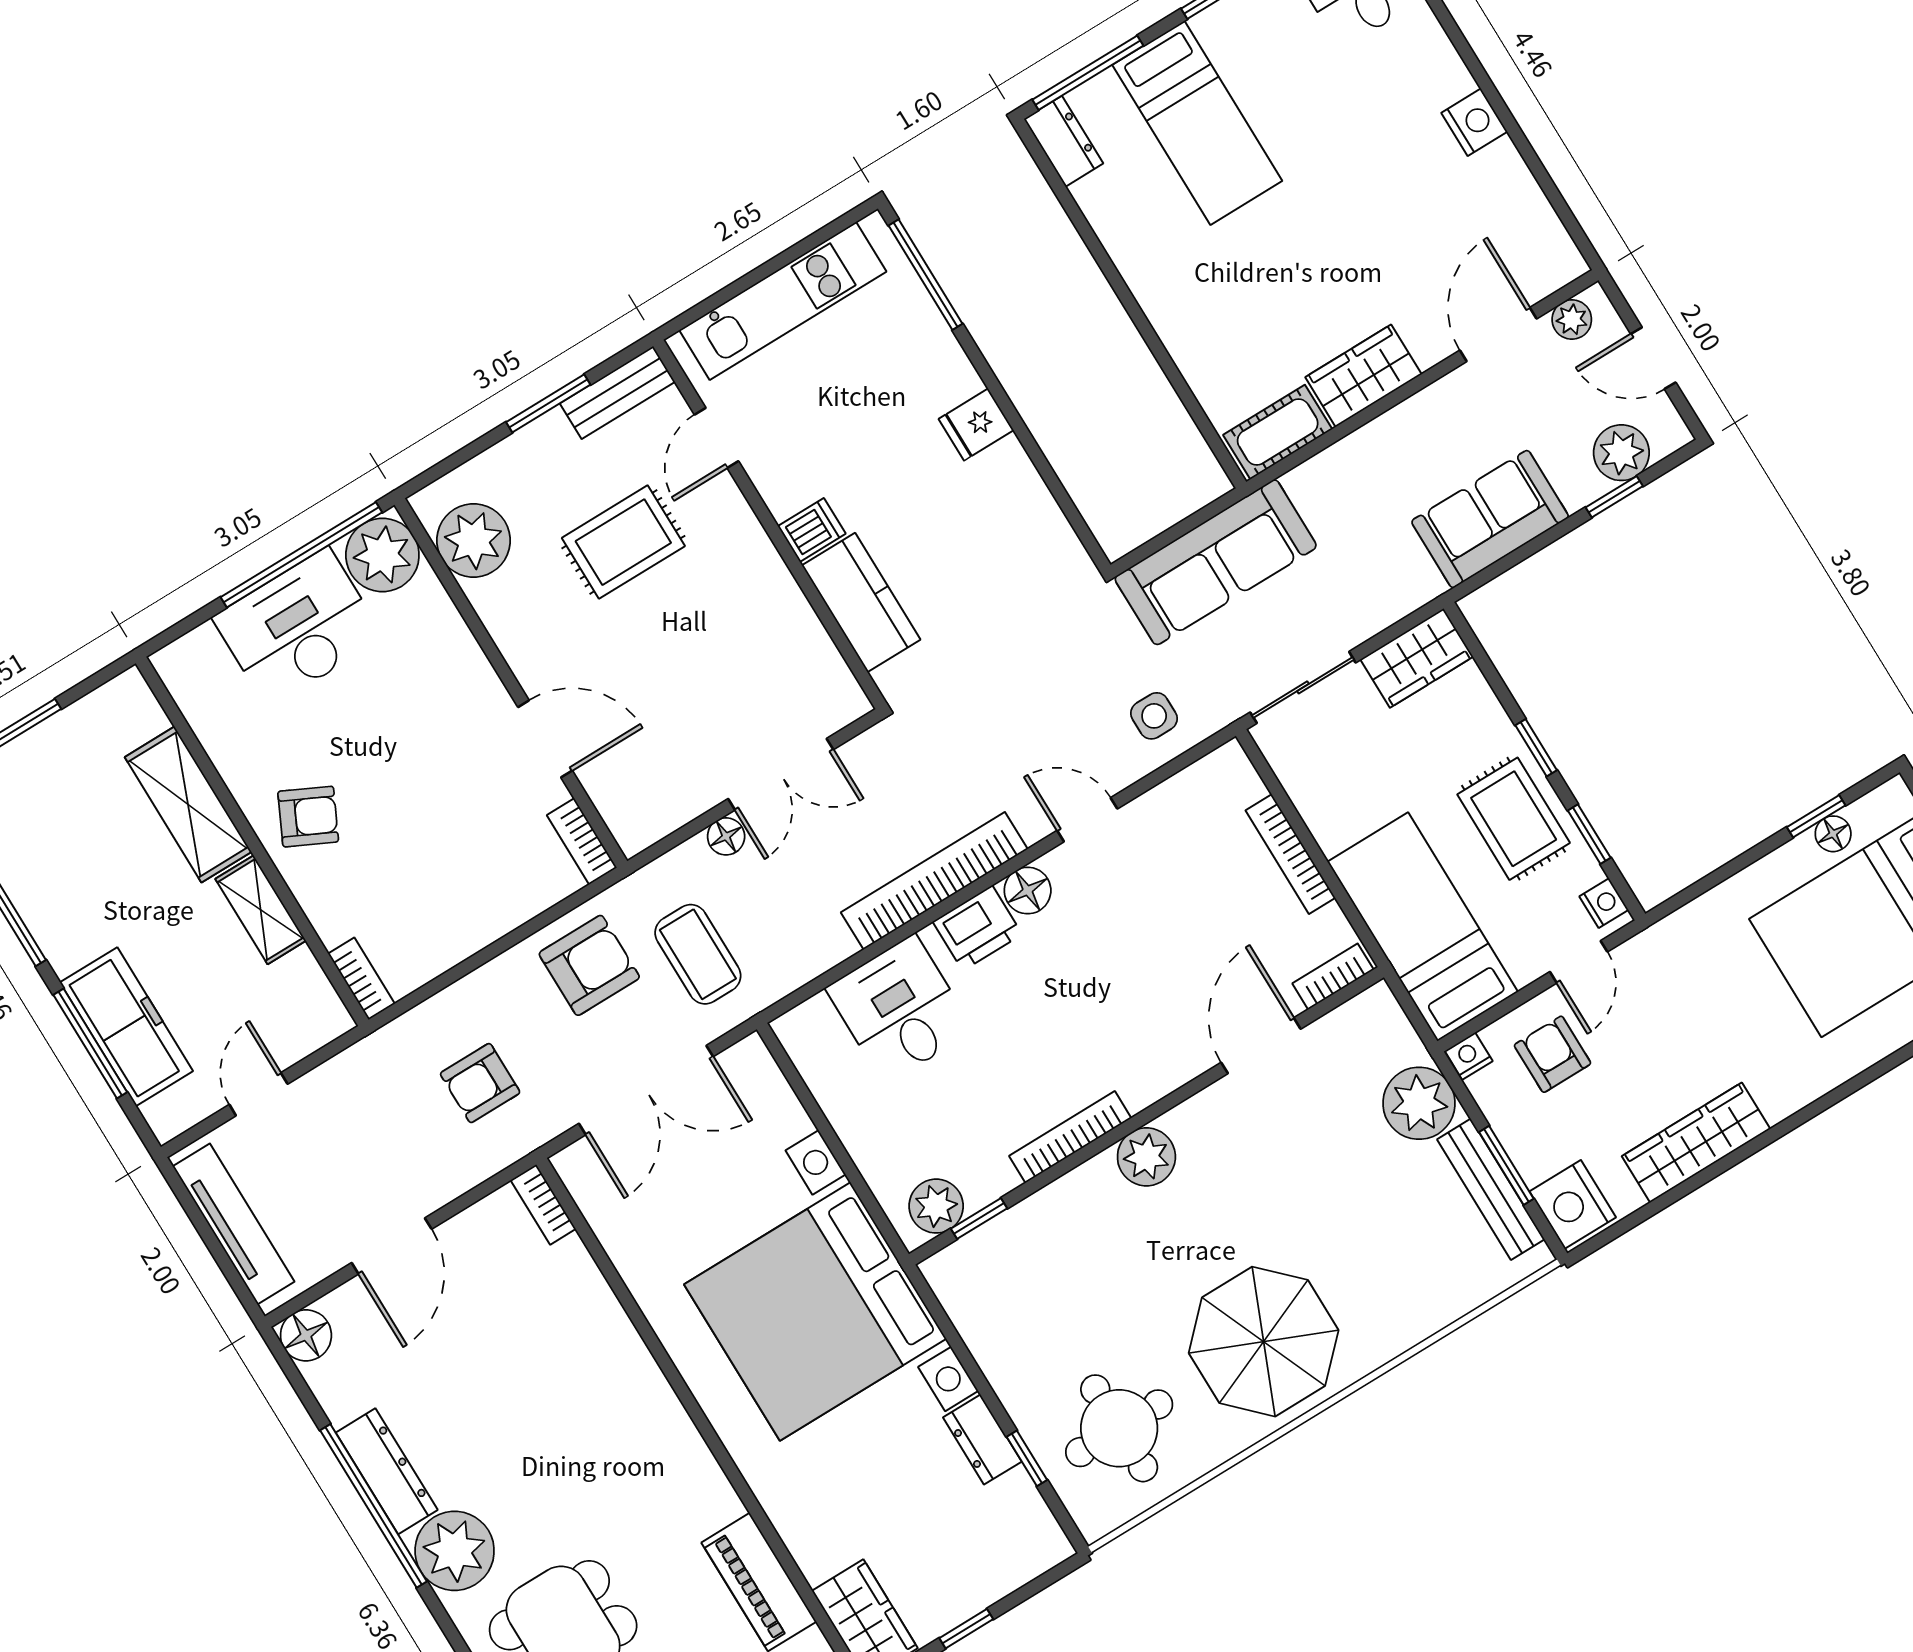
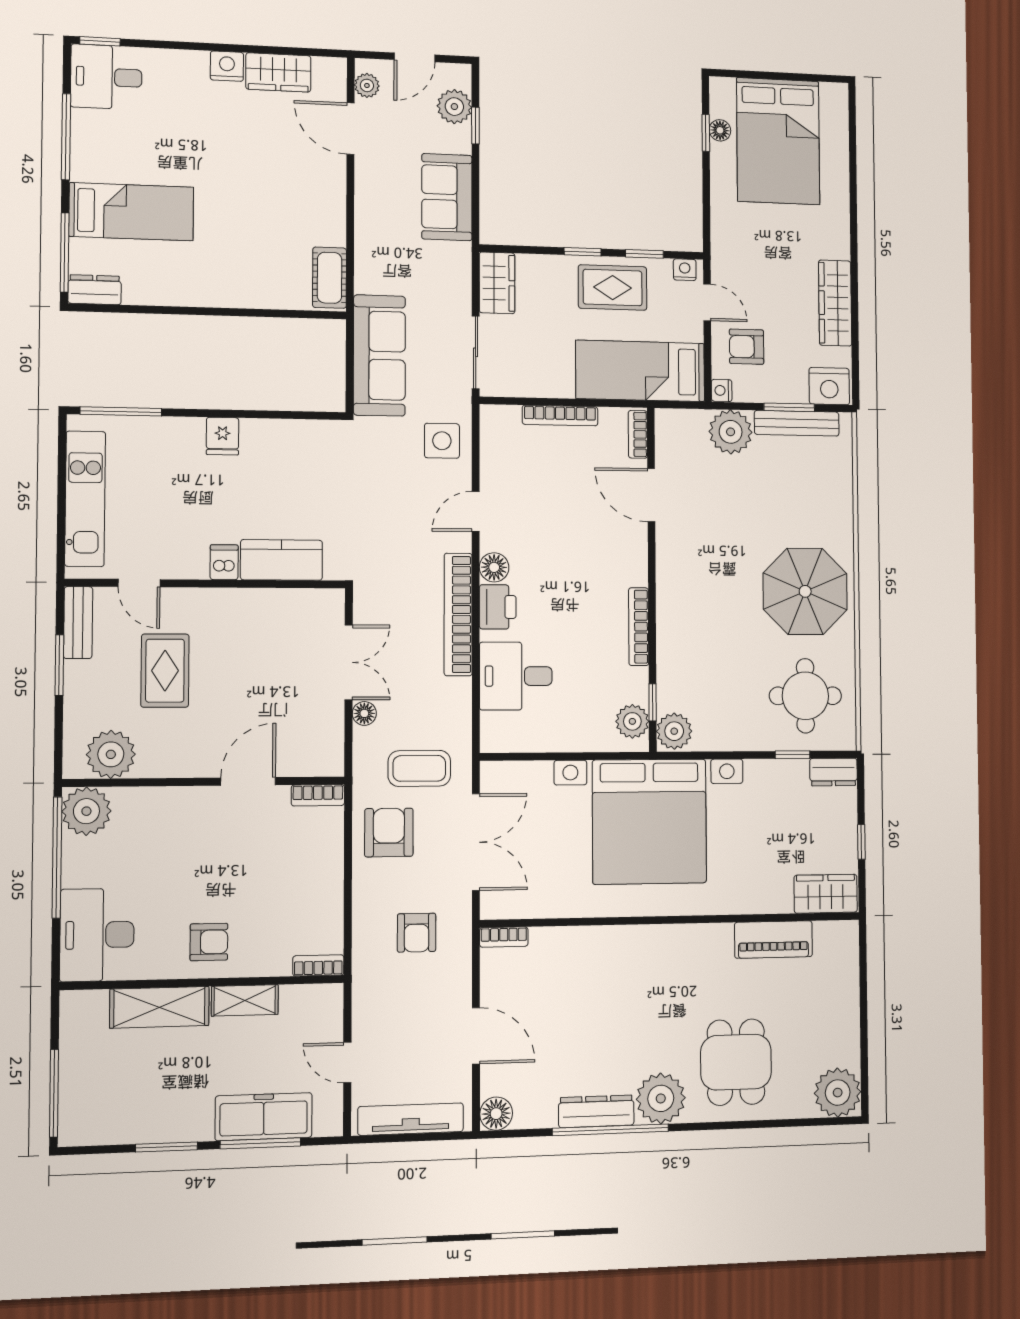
wardrobe: (1363, 376) -> (278, 72), moved, turned -90
desk: (298, 627) -> (97, 935), moved
side table: (1154, 716) -> (442, 441), width x1.37, depth x1.37
armchair: (308, 817) -> (209, 942), turned 64
plant: (1146, 1157) -> (674, 731), moved
dresser: (982, 1439) -> (834, 772), moved

